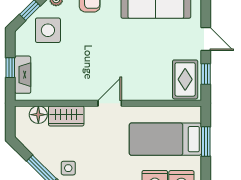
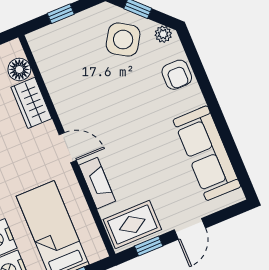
side table: (48, 30) -> (123, 40), turned 32
fireplace: (23, 75) -> (97, 183), moved, turned -90

